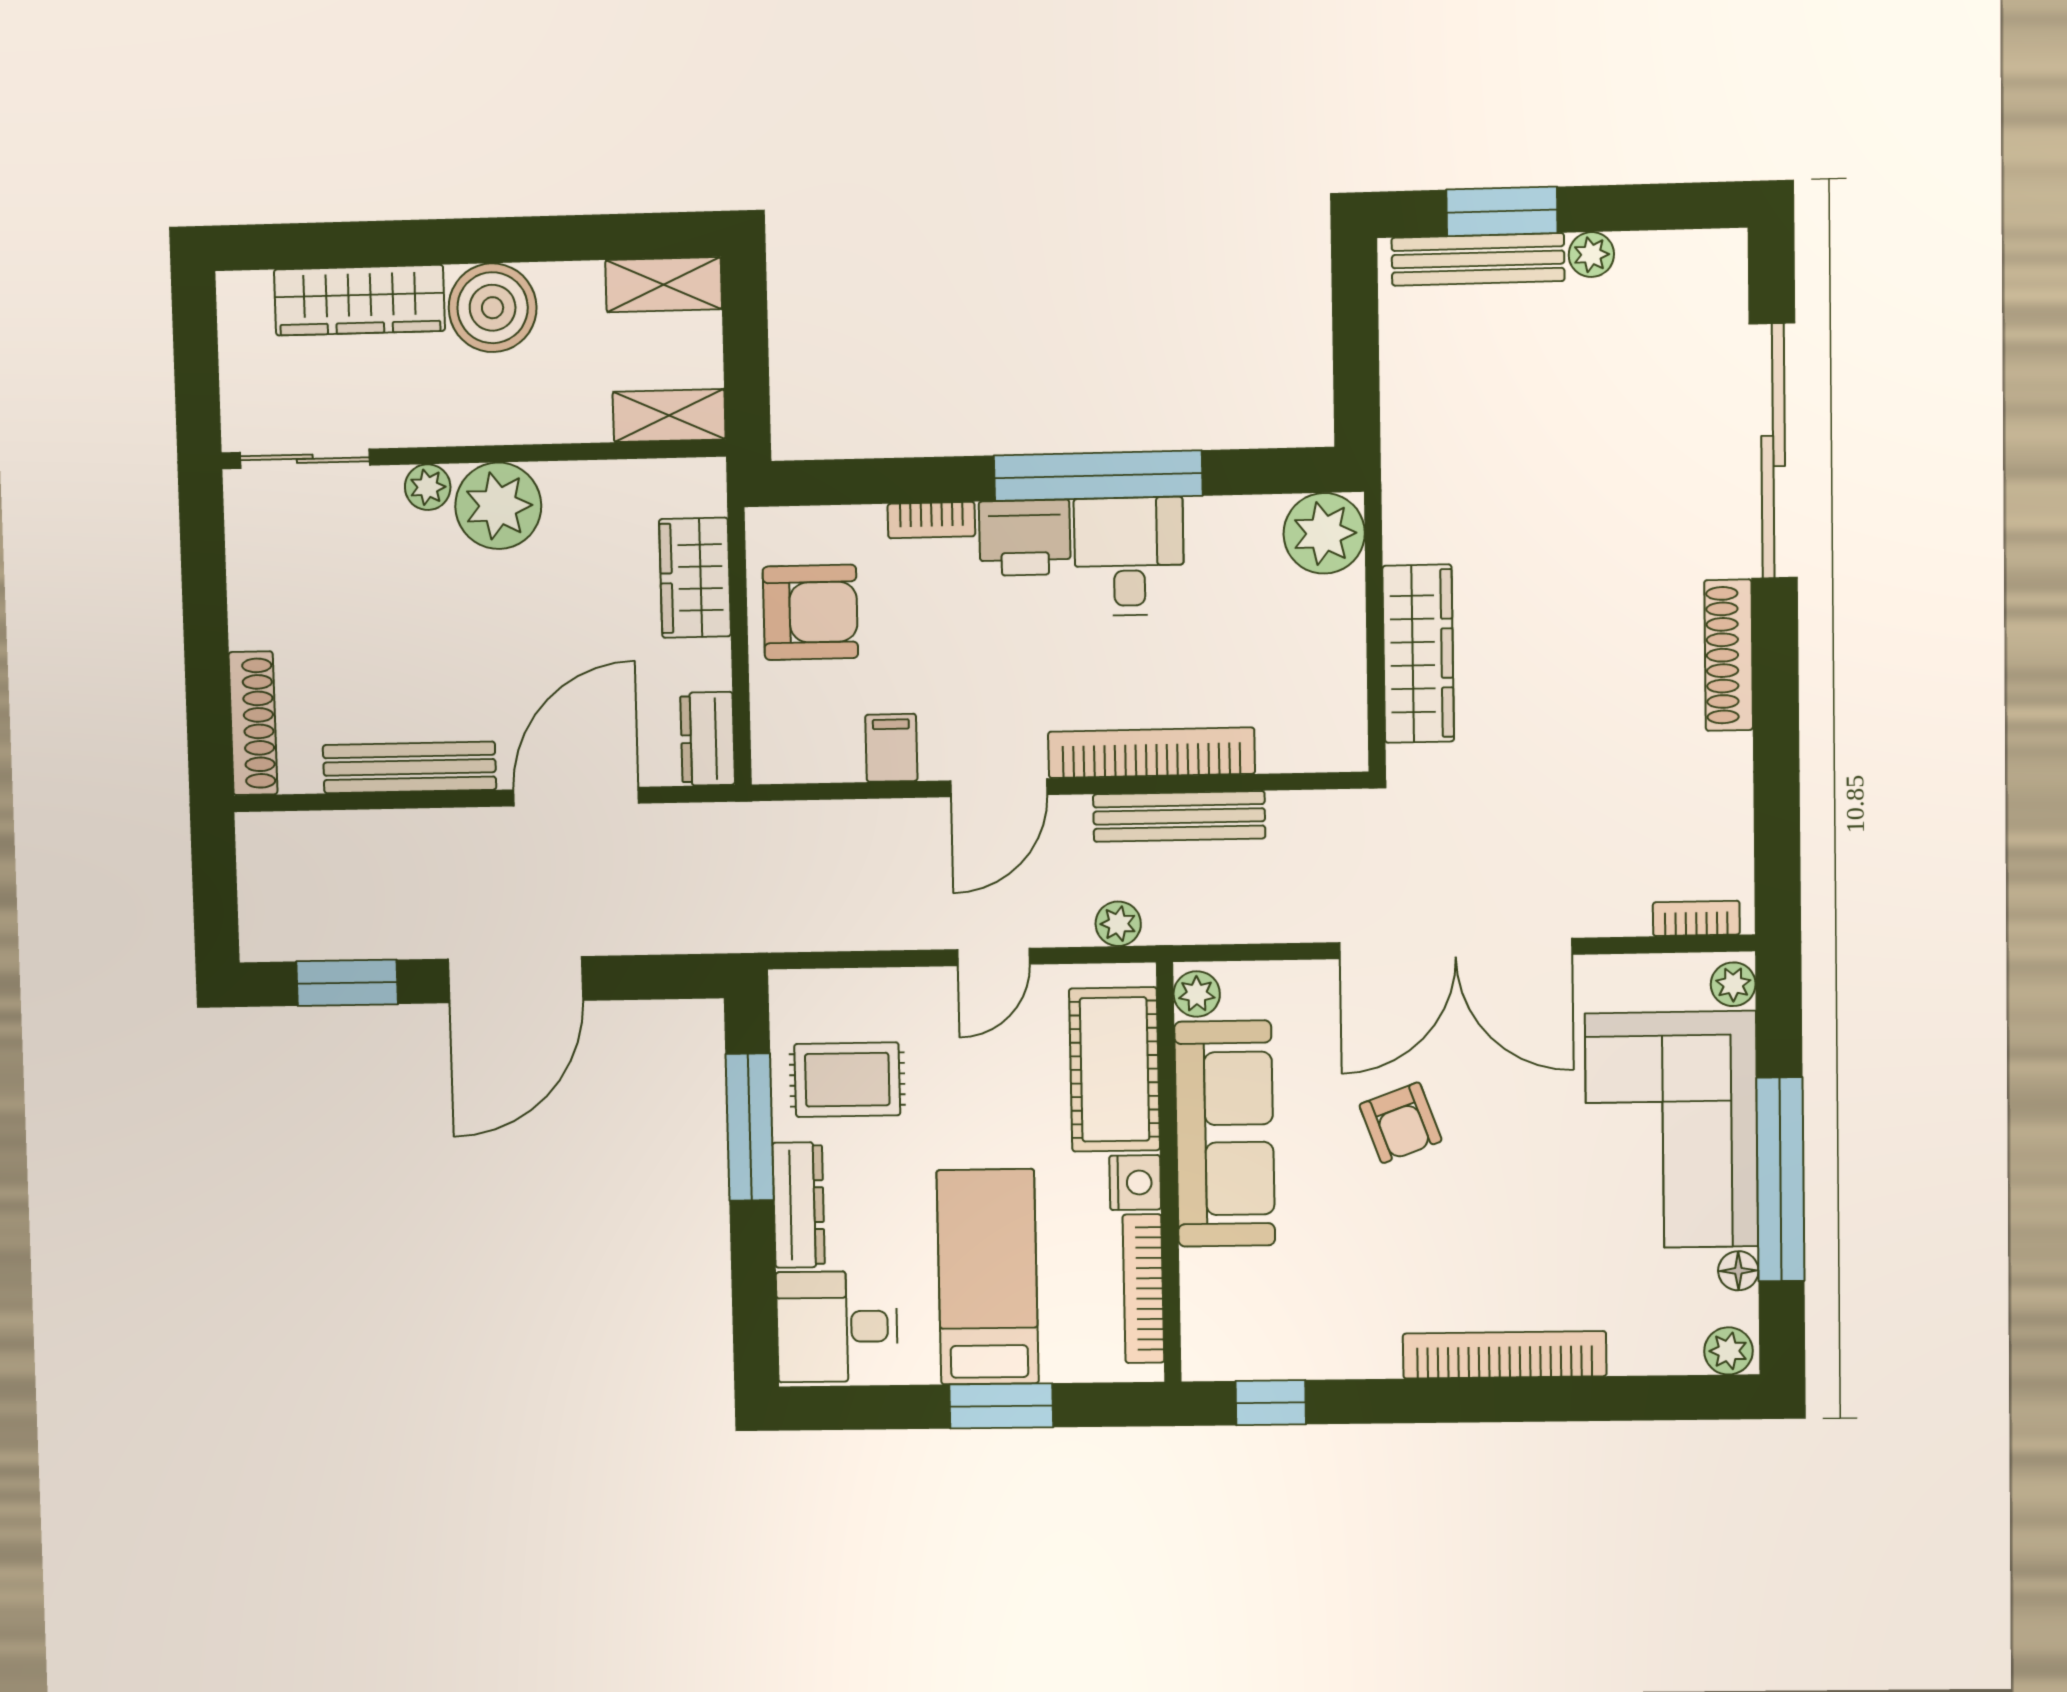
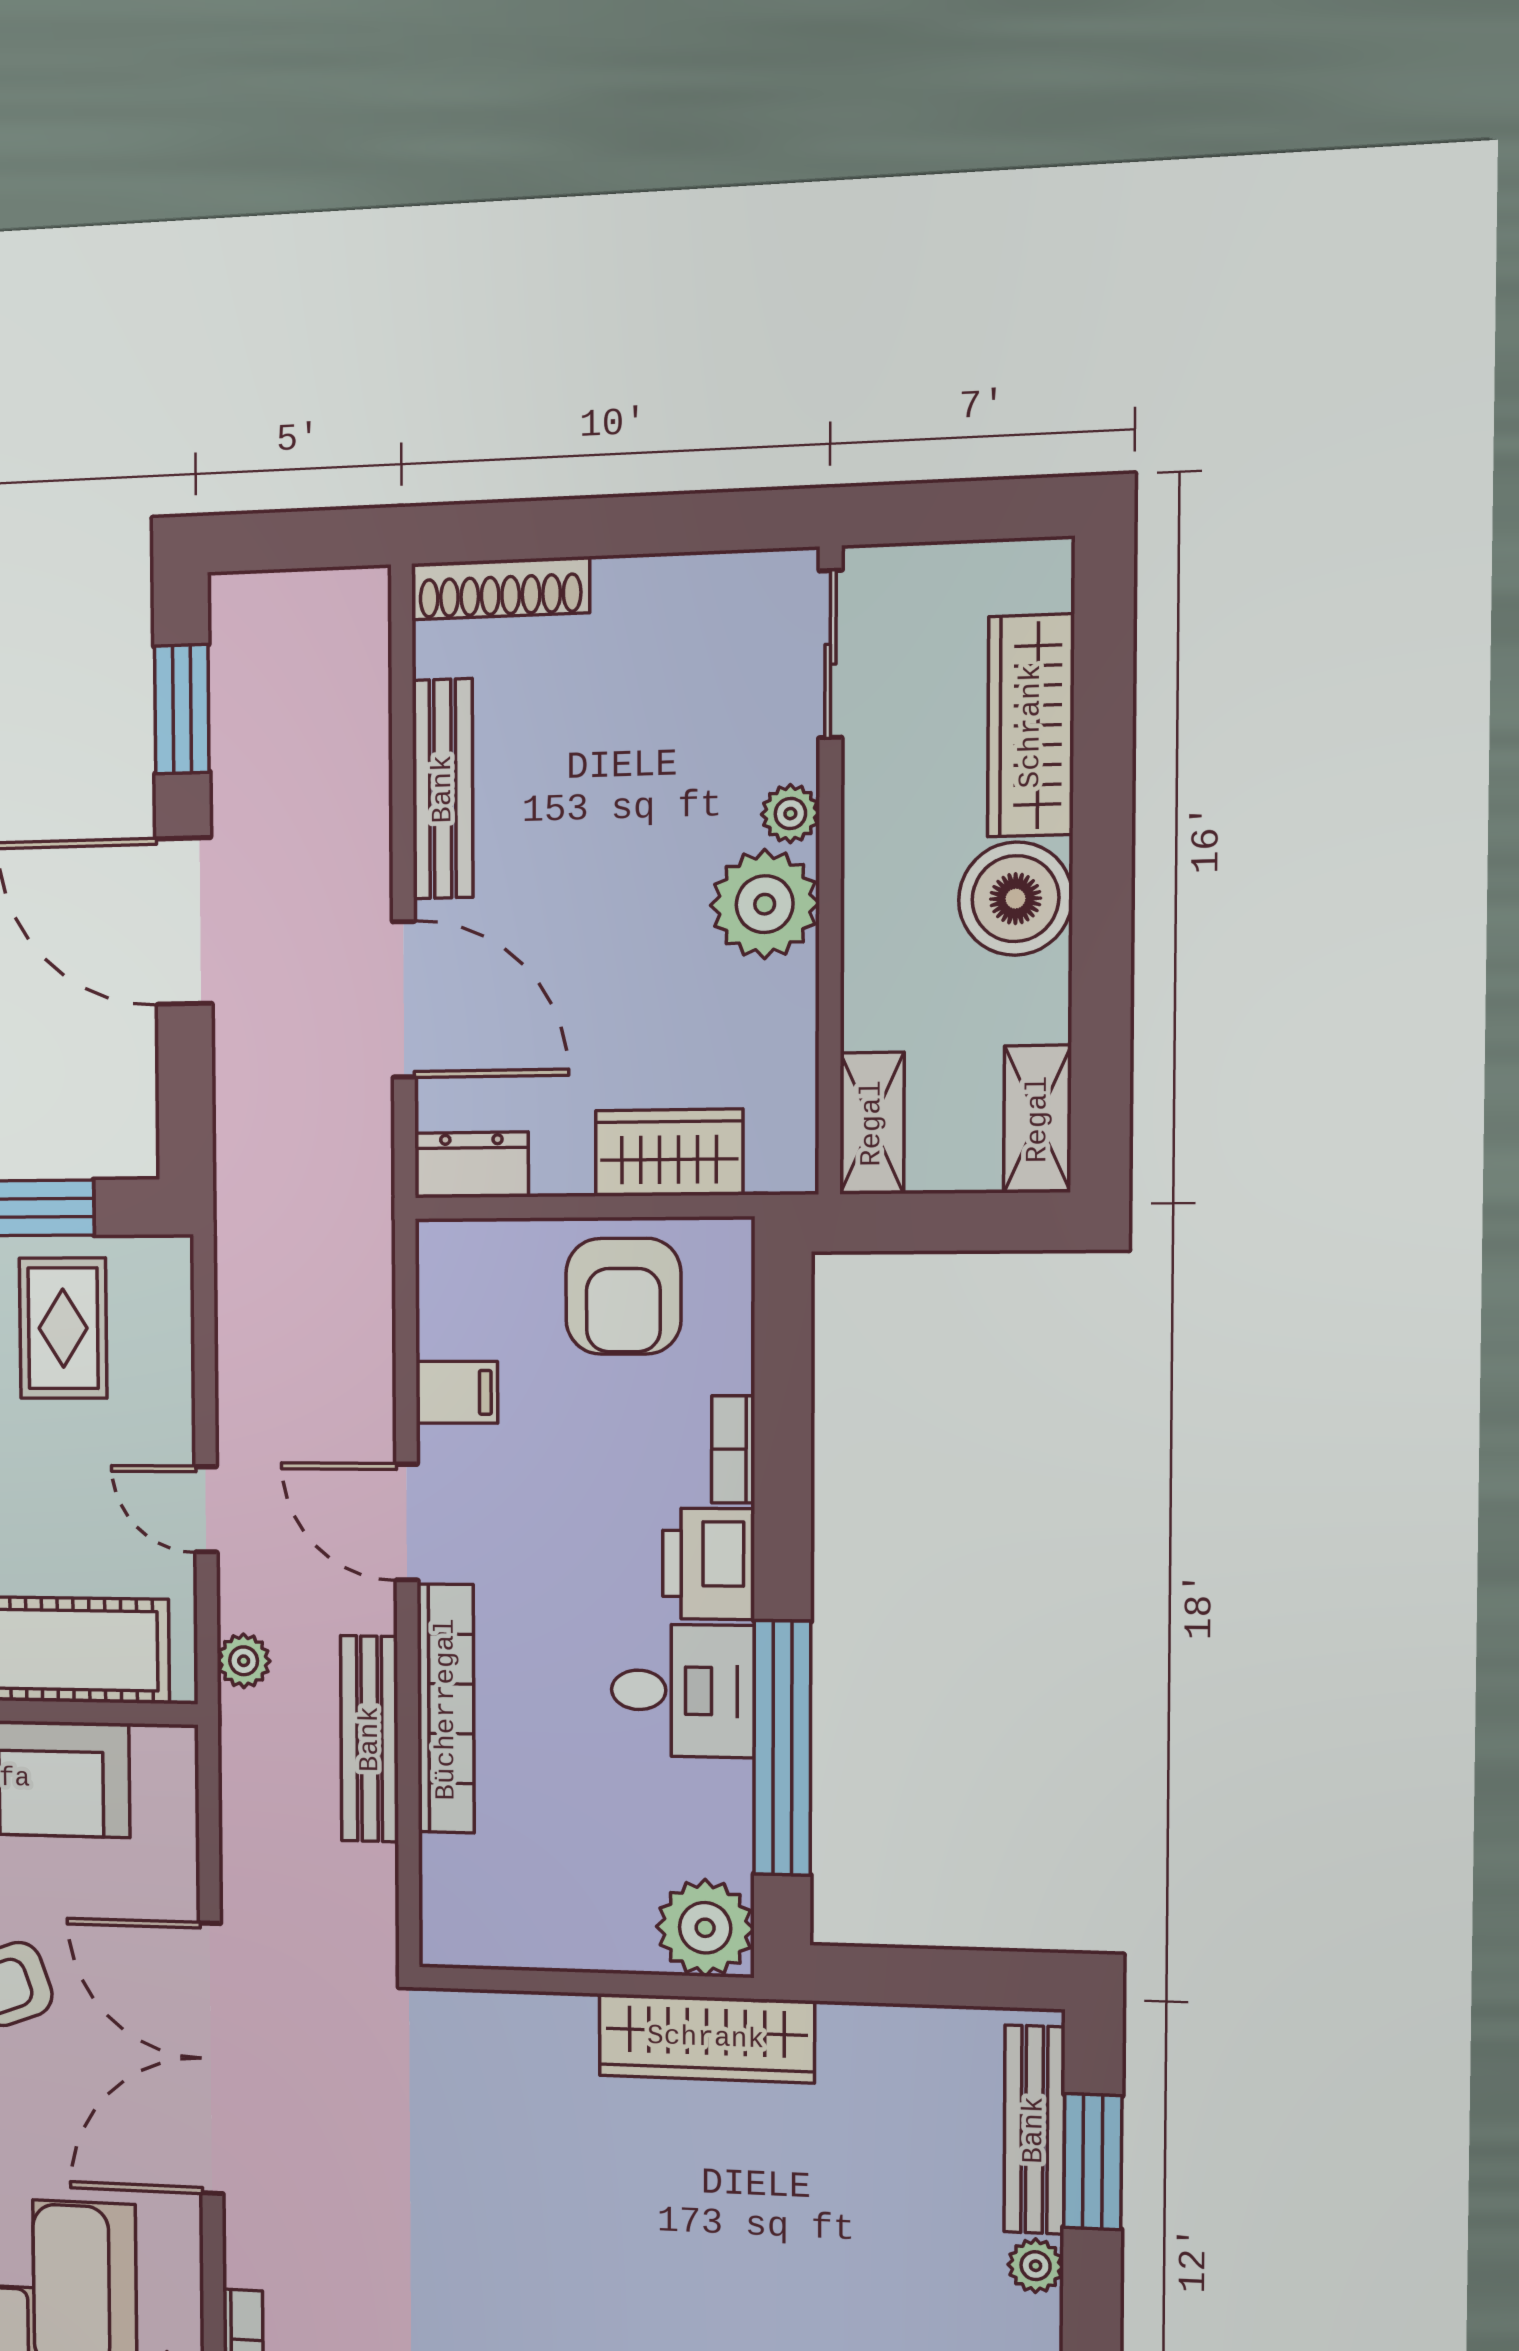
window: (1098, 476) -> (782, 1748), moved
wardrobe: (1418, 654) -> (706, 2038), moved
plant: (1197, 994) -> (161, 1751), removed

